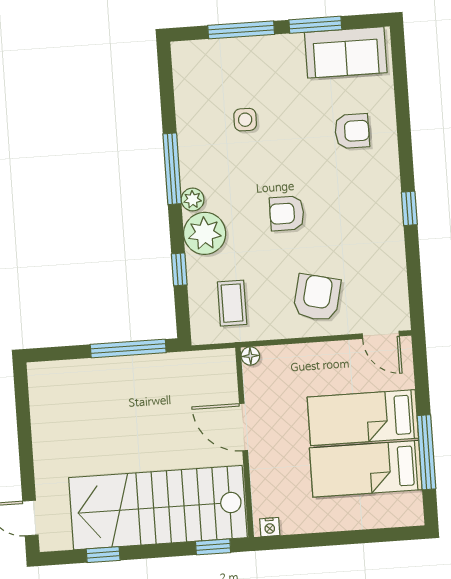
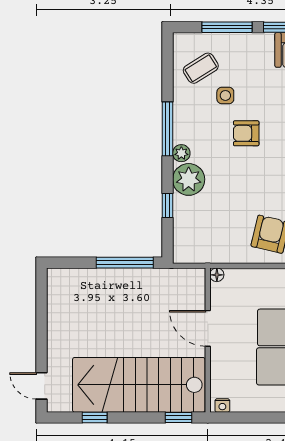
armchair: (287, 213) -> (246, 133), moved
coffee table: (232, 303) -> (201, 68), moved, turned 58

